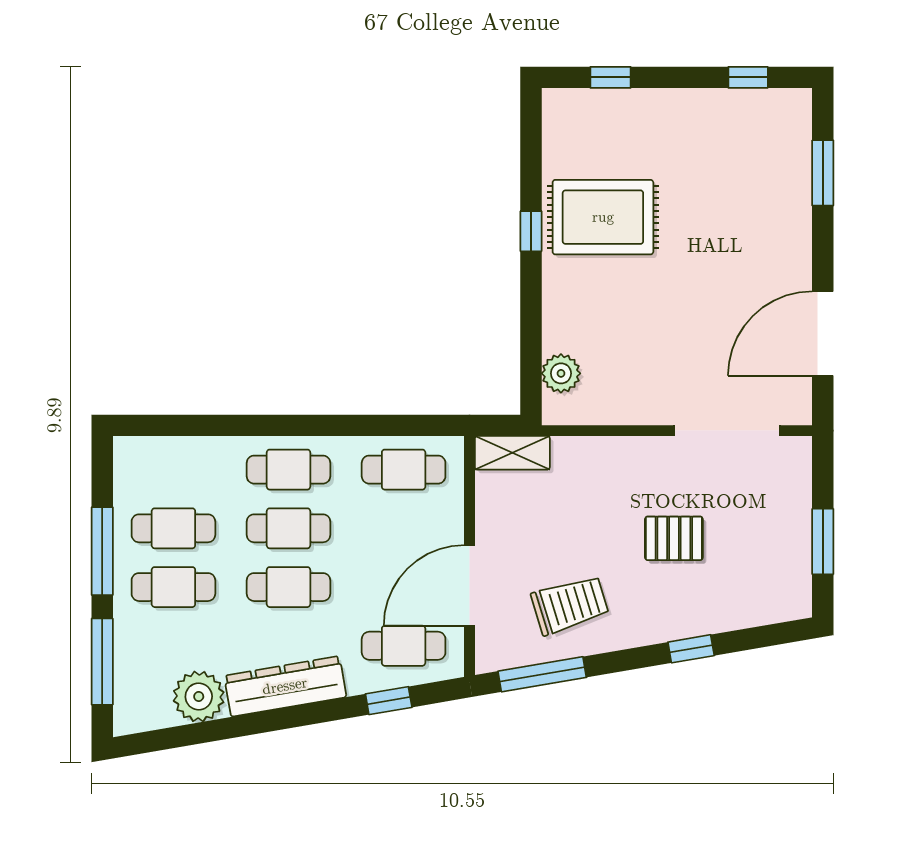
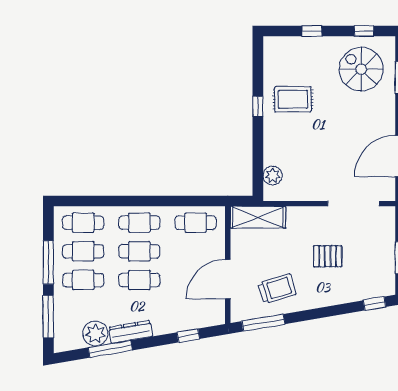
window: (611, 77) -> (312, 31), moved
spiral stairs: (742, 156) -> (361, 69), added
rug: (603, 217) -> (293, 99), width x0.73, depth x0.70
shelving: (512, 453) -> (258, 217), width x1.50, depth x1.33
cafe table: (404, 646) -> (83, 223), moved
window: (691, 649) -> (375, 304), moved
dresser: (285, 686) -> (131, 332), width x0.73, depth x0.80
window: (229, 728) -> (110, 349), added

